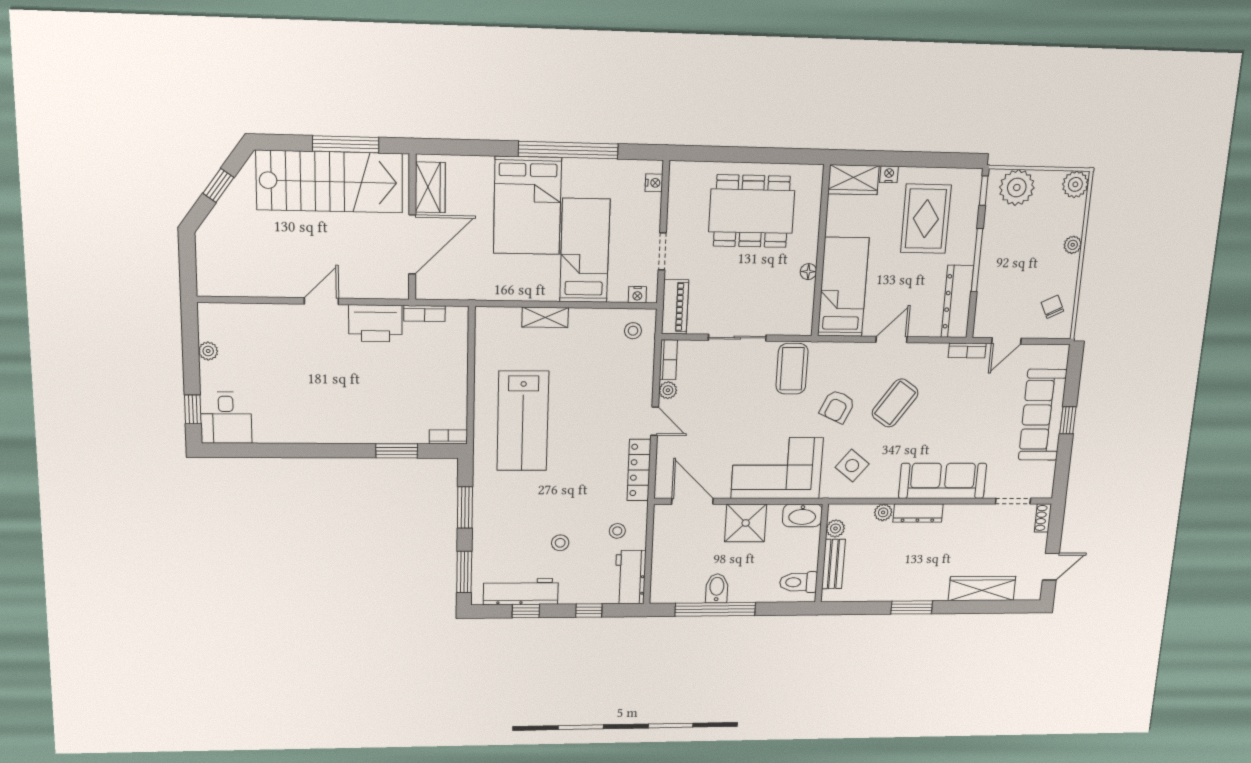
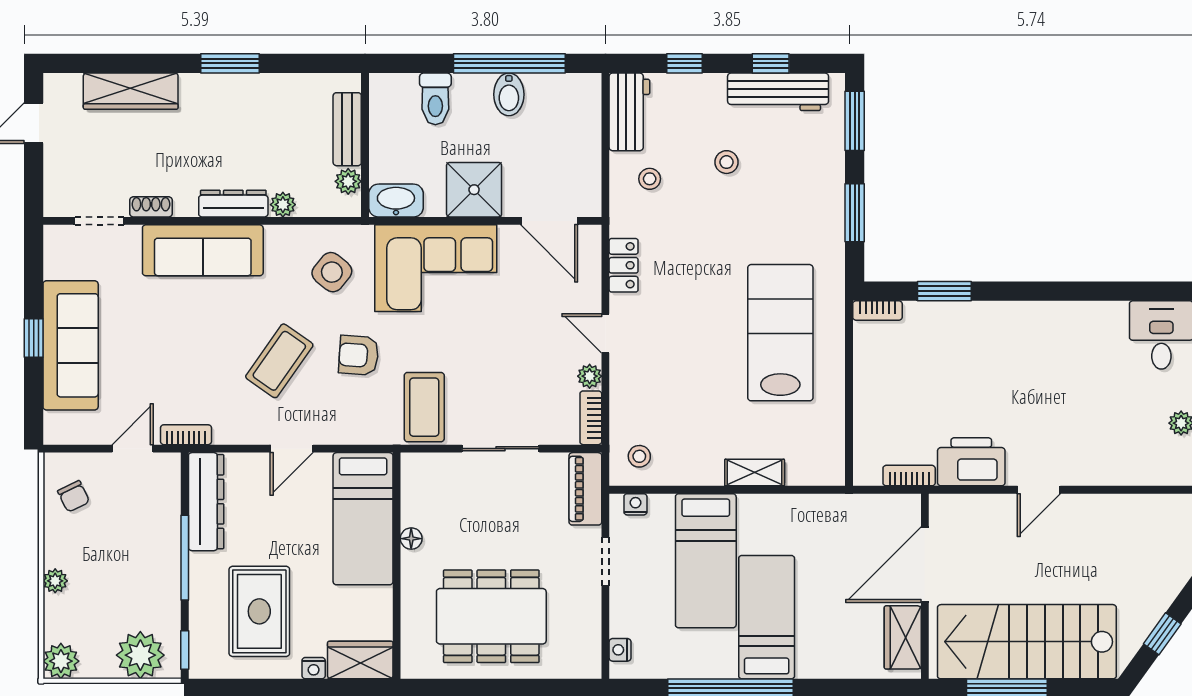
bed: (527, 206) -> (767, 617), width x0.67
armchair: (837, 407) -> (359, 355), turned -111
locker: (639, 470) -> (624, 265), width x0.66
shoe rack: (1043, 518) -> (151, 207), moved, turned -90
toilet: (798, 582) -> (435, 99), moved, turned 90

